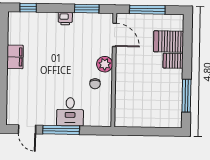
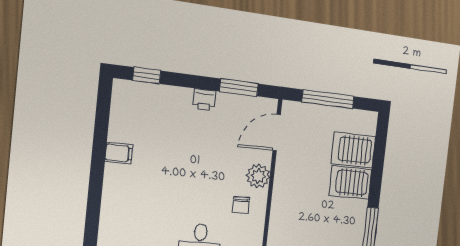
door: (114, 35) -> (277, 133), swing flipped
filing cabinet: (15, 57) -> (119, 153), width x0.50
server rack: (173, 61) -> (350, 182), width x1.36, depth x1.44

